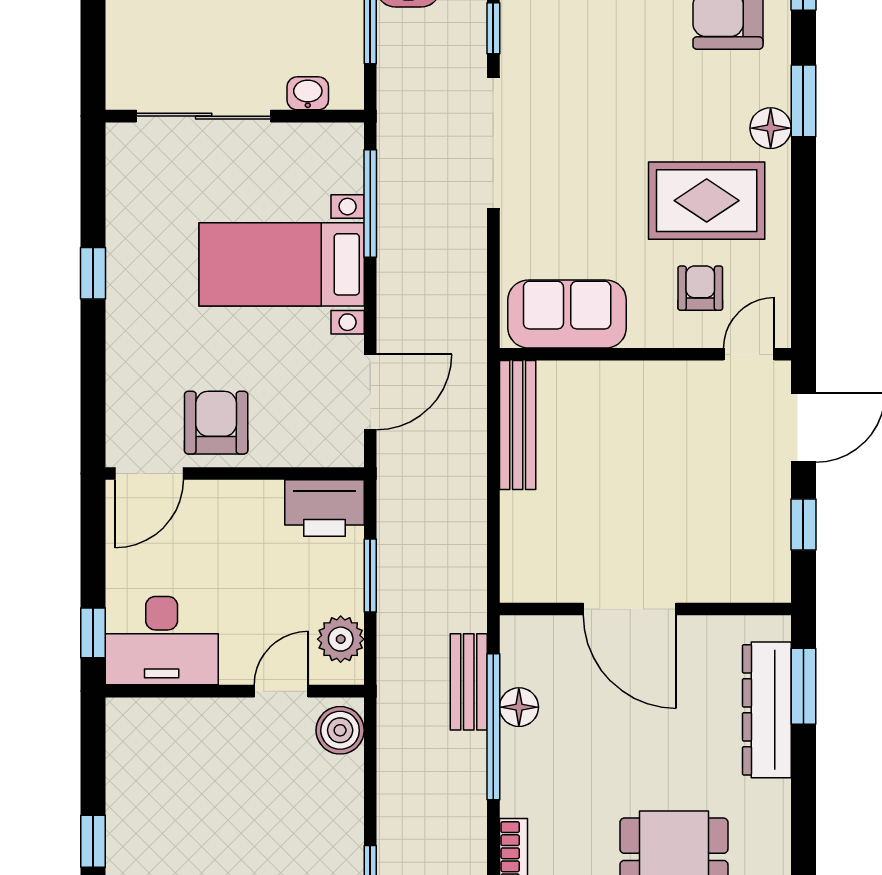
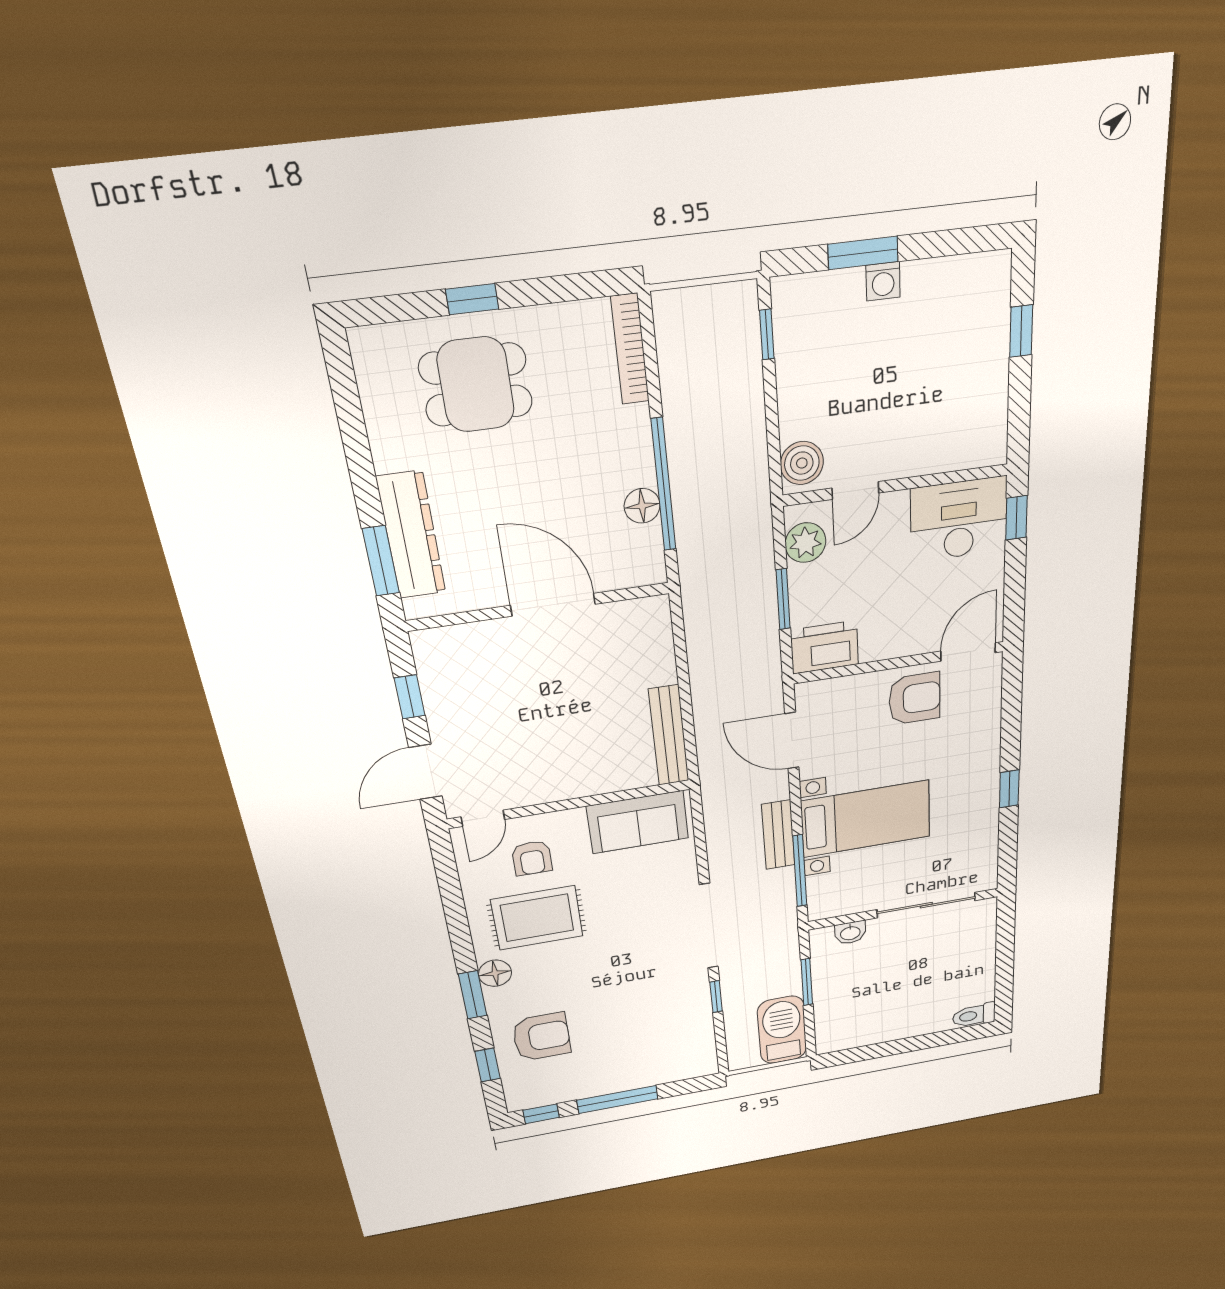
door: (370, 392) -> (792, 741), hinge flipped
armchair: (216, 423) -> (915, 698), turned -90
bench: (469, 682) -> (778, 835), moved

